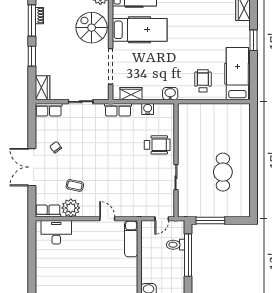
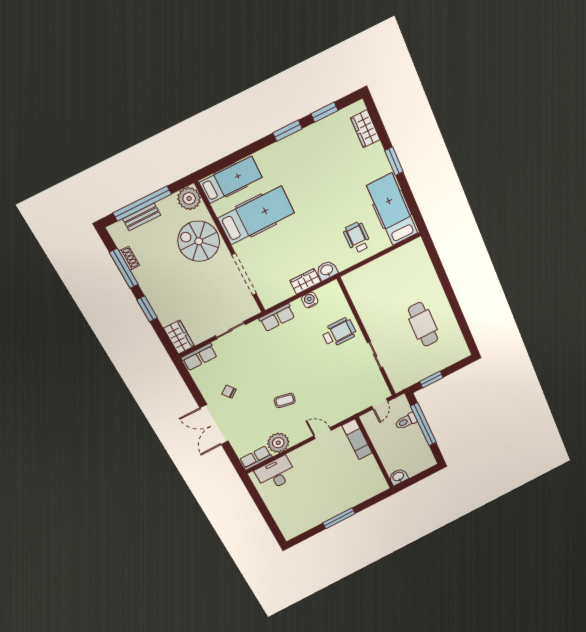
wardrobe: (131, 94) -> (305, 281), moved
coffee table: (75, 185) -> (285, 400), moved
window: (210, 220) -> (431, 379), width x0.69

